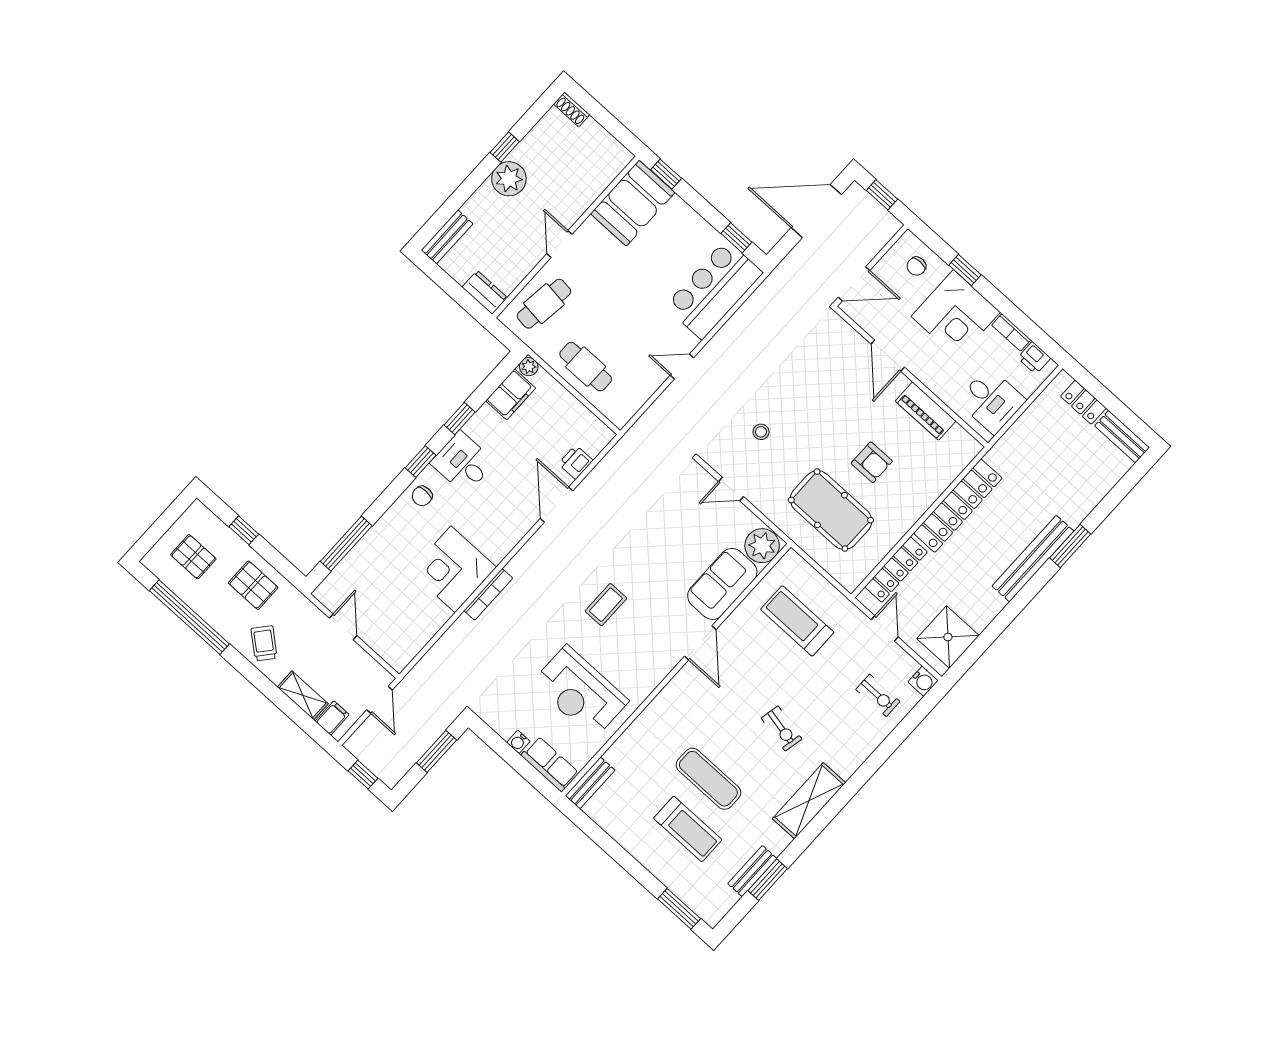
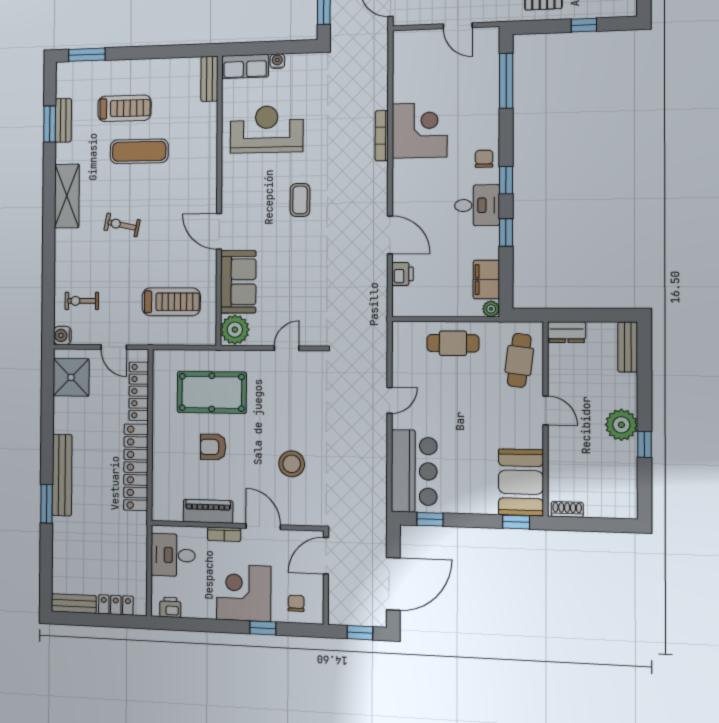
shoe rack: (572, 109) -> (567, 509), moved
bookcase: (1011, 332) -> (224, 534), moved, turned 180
stool: (761, 432) -> (292, 464), moved, width x1.89, depth x1.89
treadmill: (688, 829) -> (124, 108), turned 180

